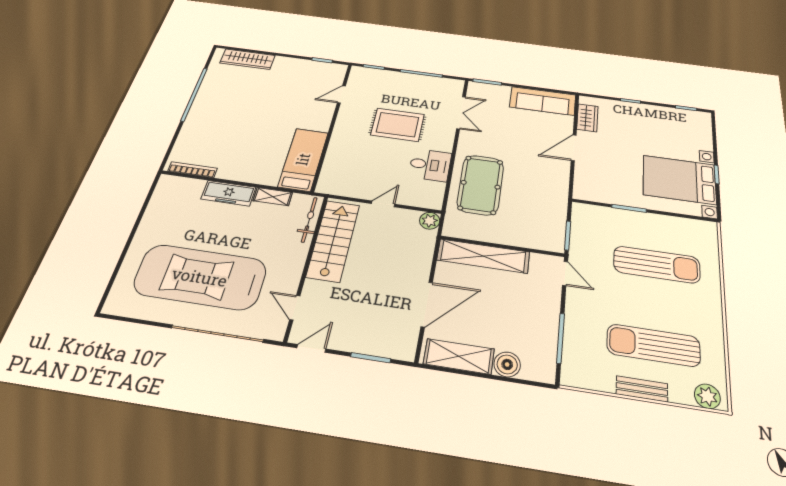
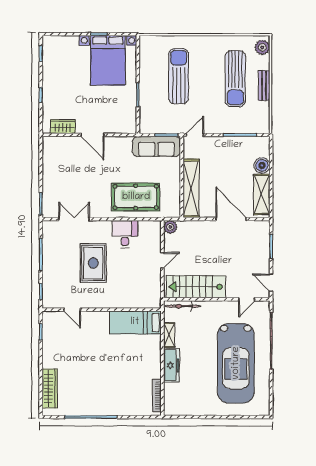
sofa: (543, 101) -> (156, 146), moved, turned 90
door: (383, 204) -> (162, 260), swing flipped

